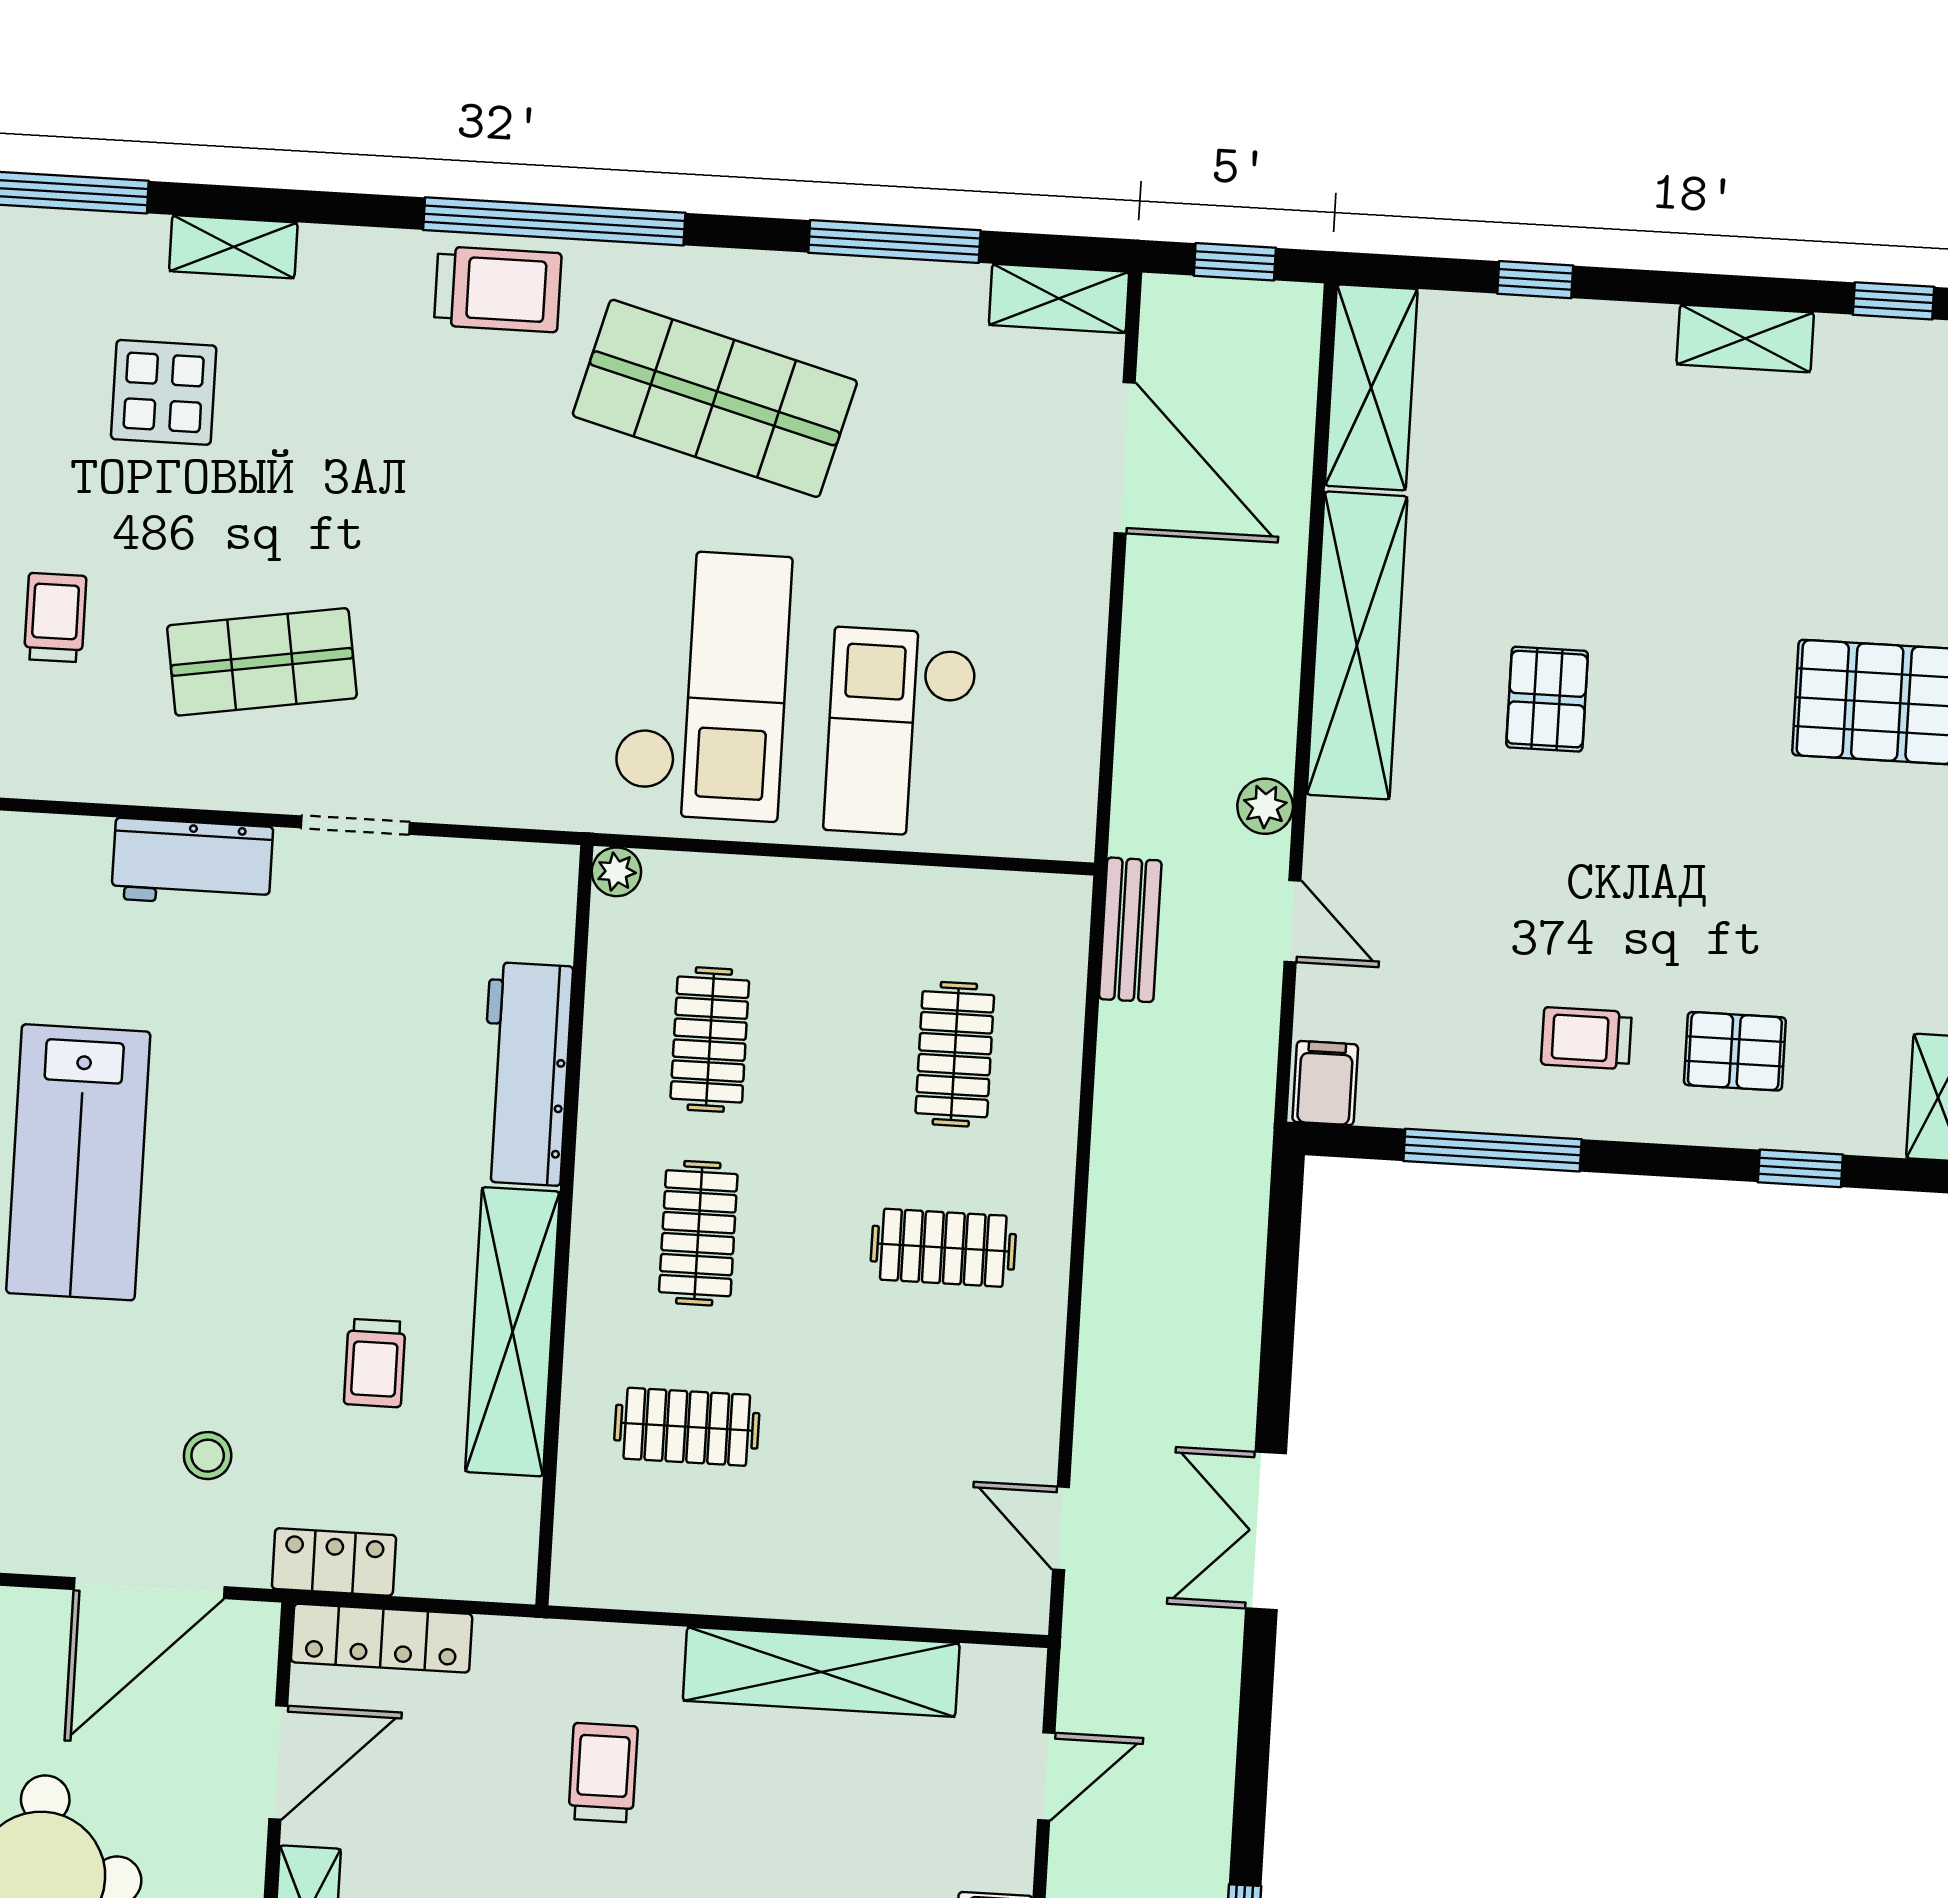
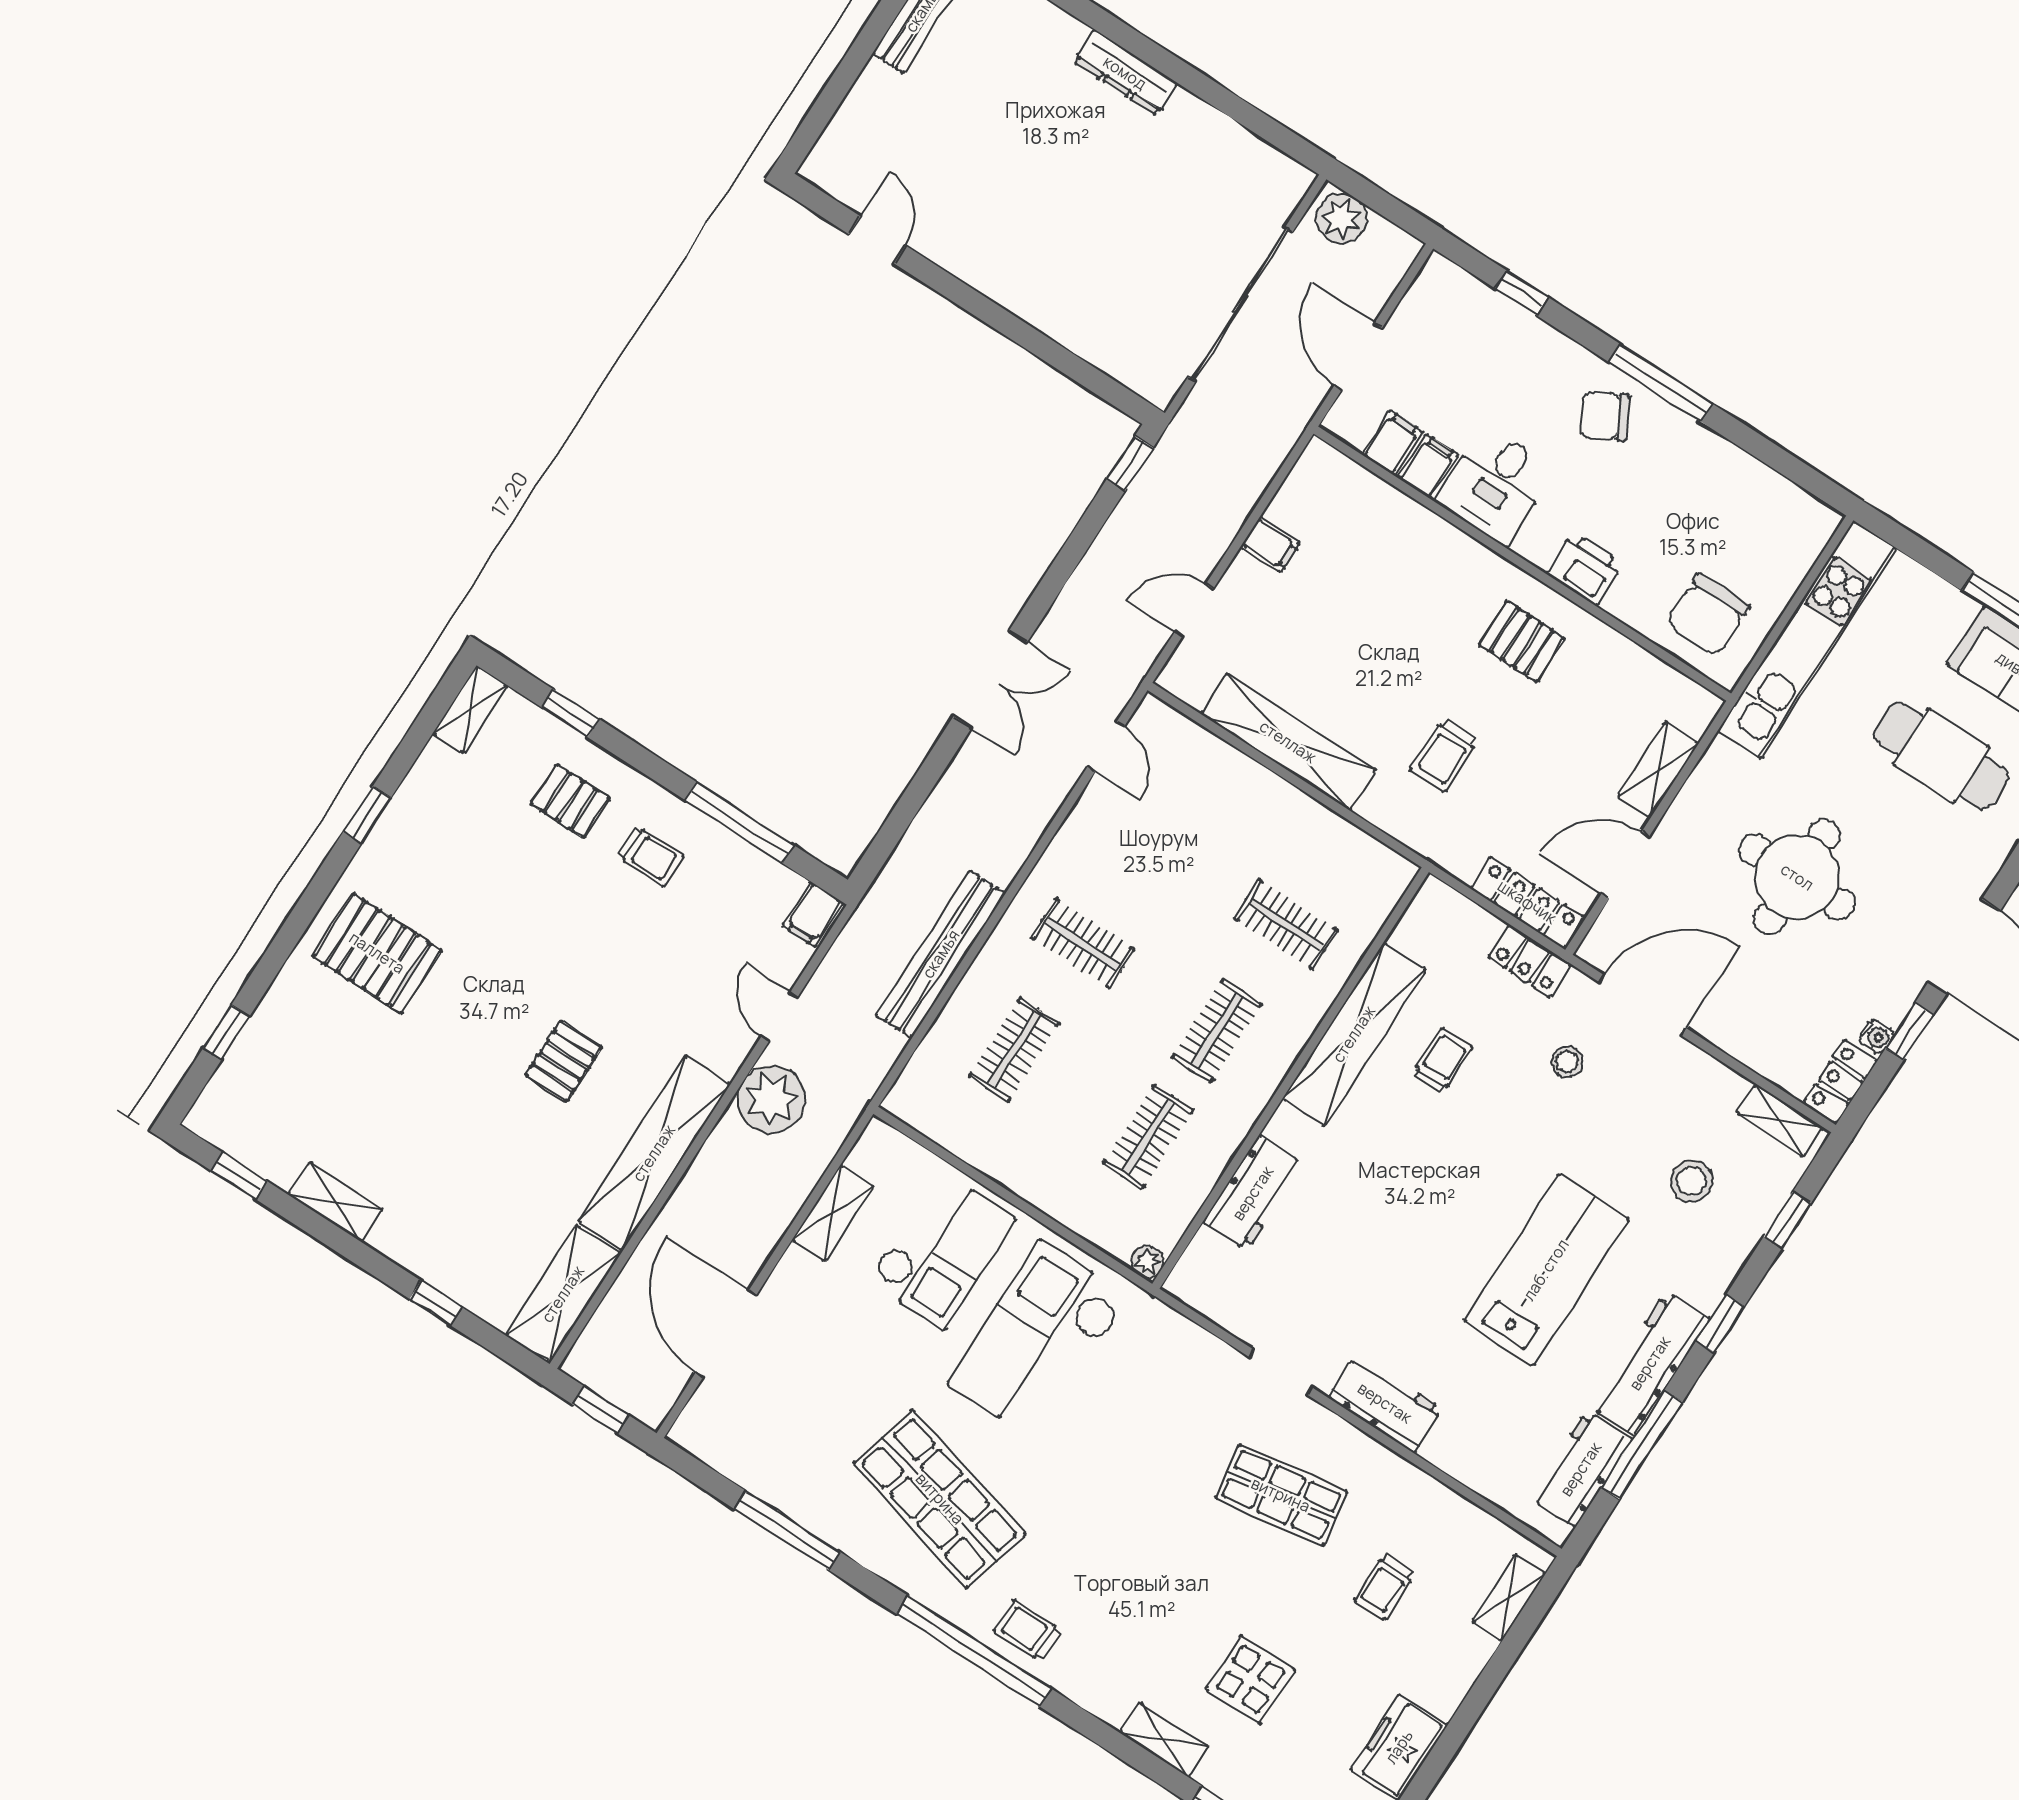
trolley: (498, 289) -> (1028, 1631), width x0.73, depth x0.72
shelving: (1059, 298) -> (833, 1213), moved, turned 90
plant: (1265, 806) -> (771, 1099), width x1.87, depth x1.87
bench: (1130, 930) -> (941, 954), moved, width x1.86, depth x1.21
workbench: (525, 1074) -> (1253, 1193), width x0.73

